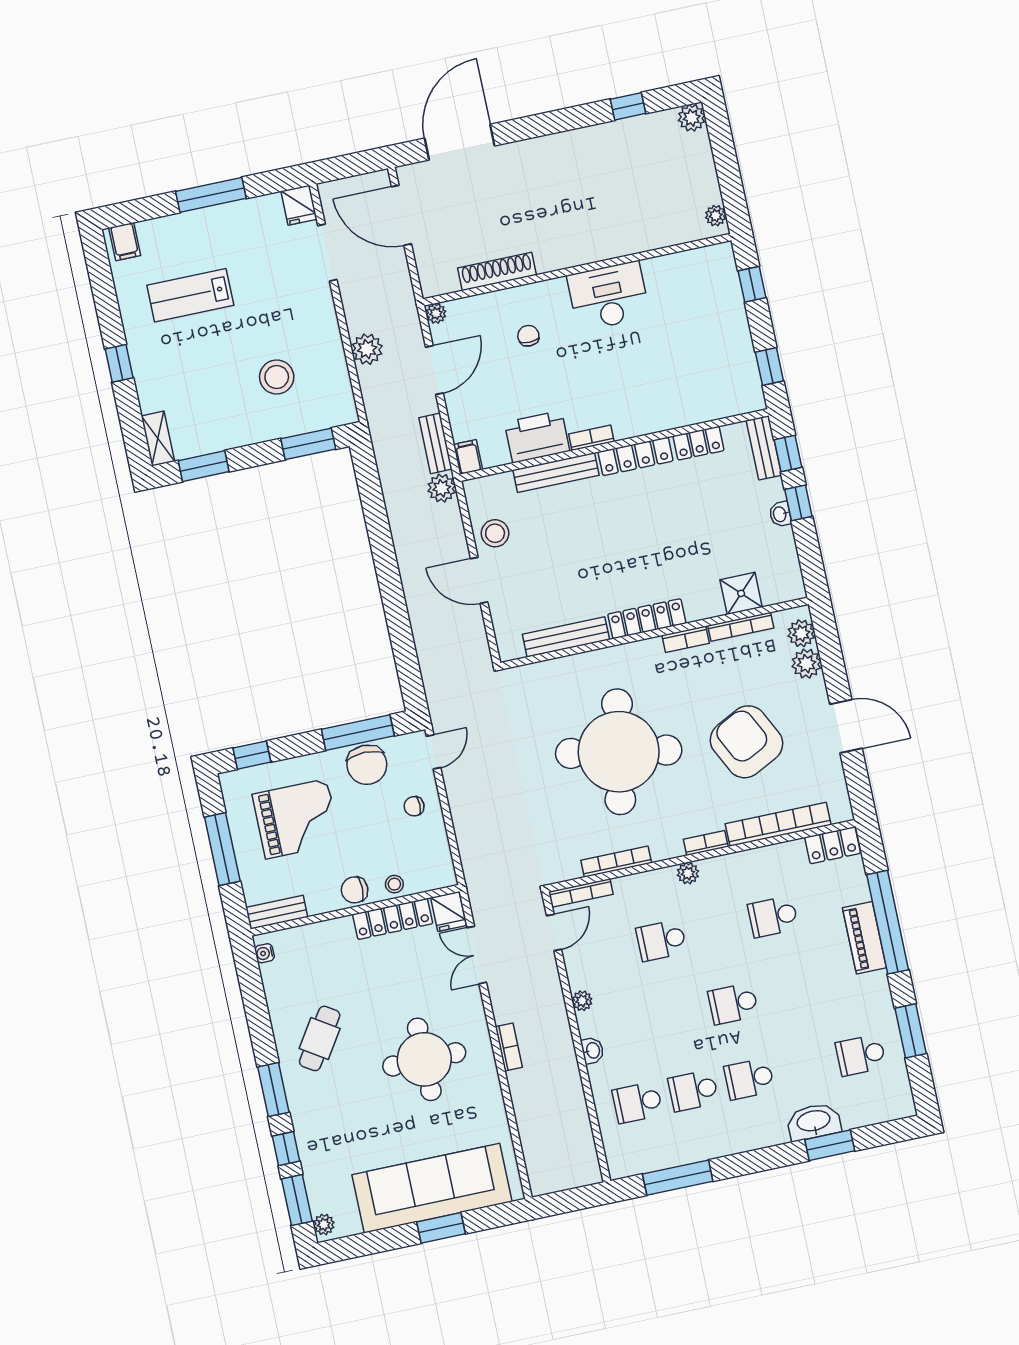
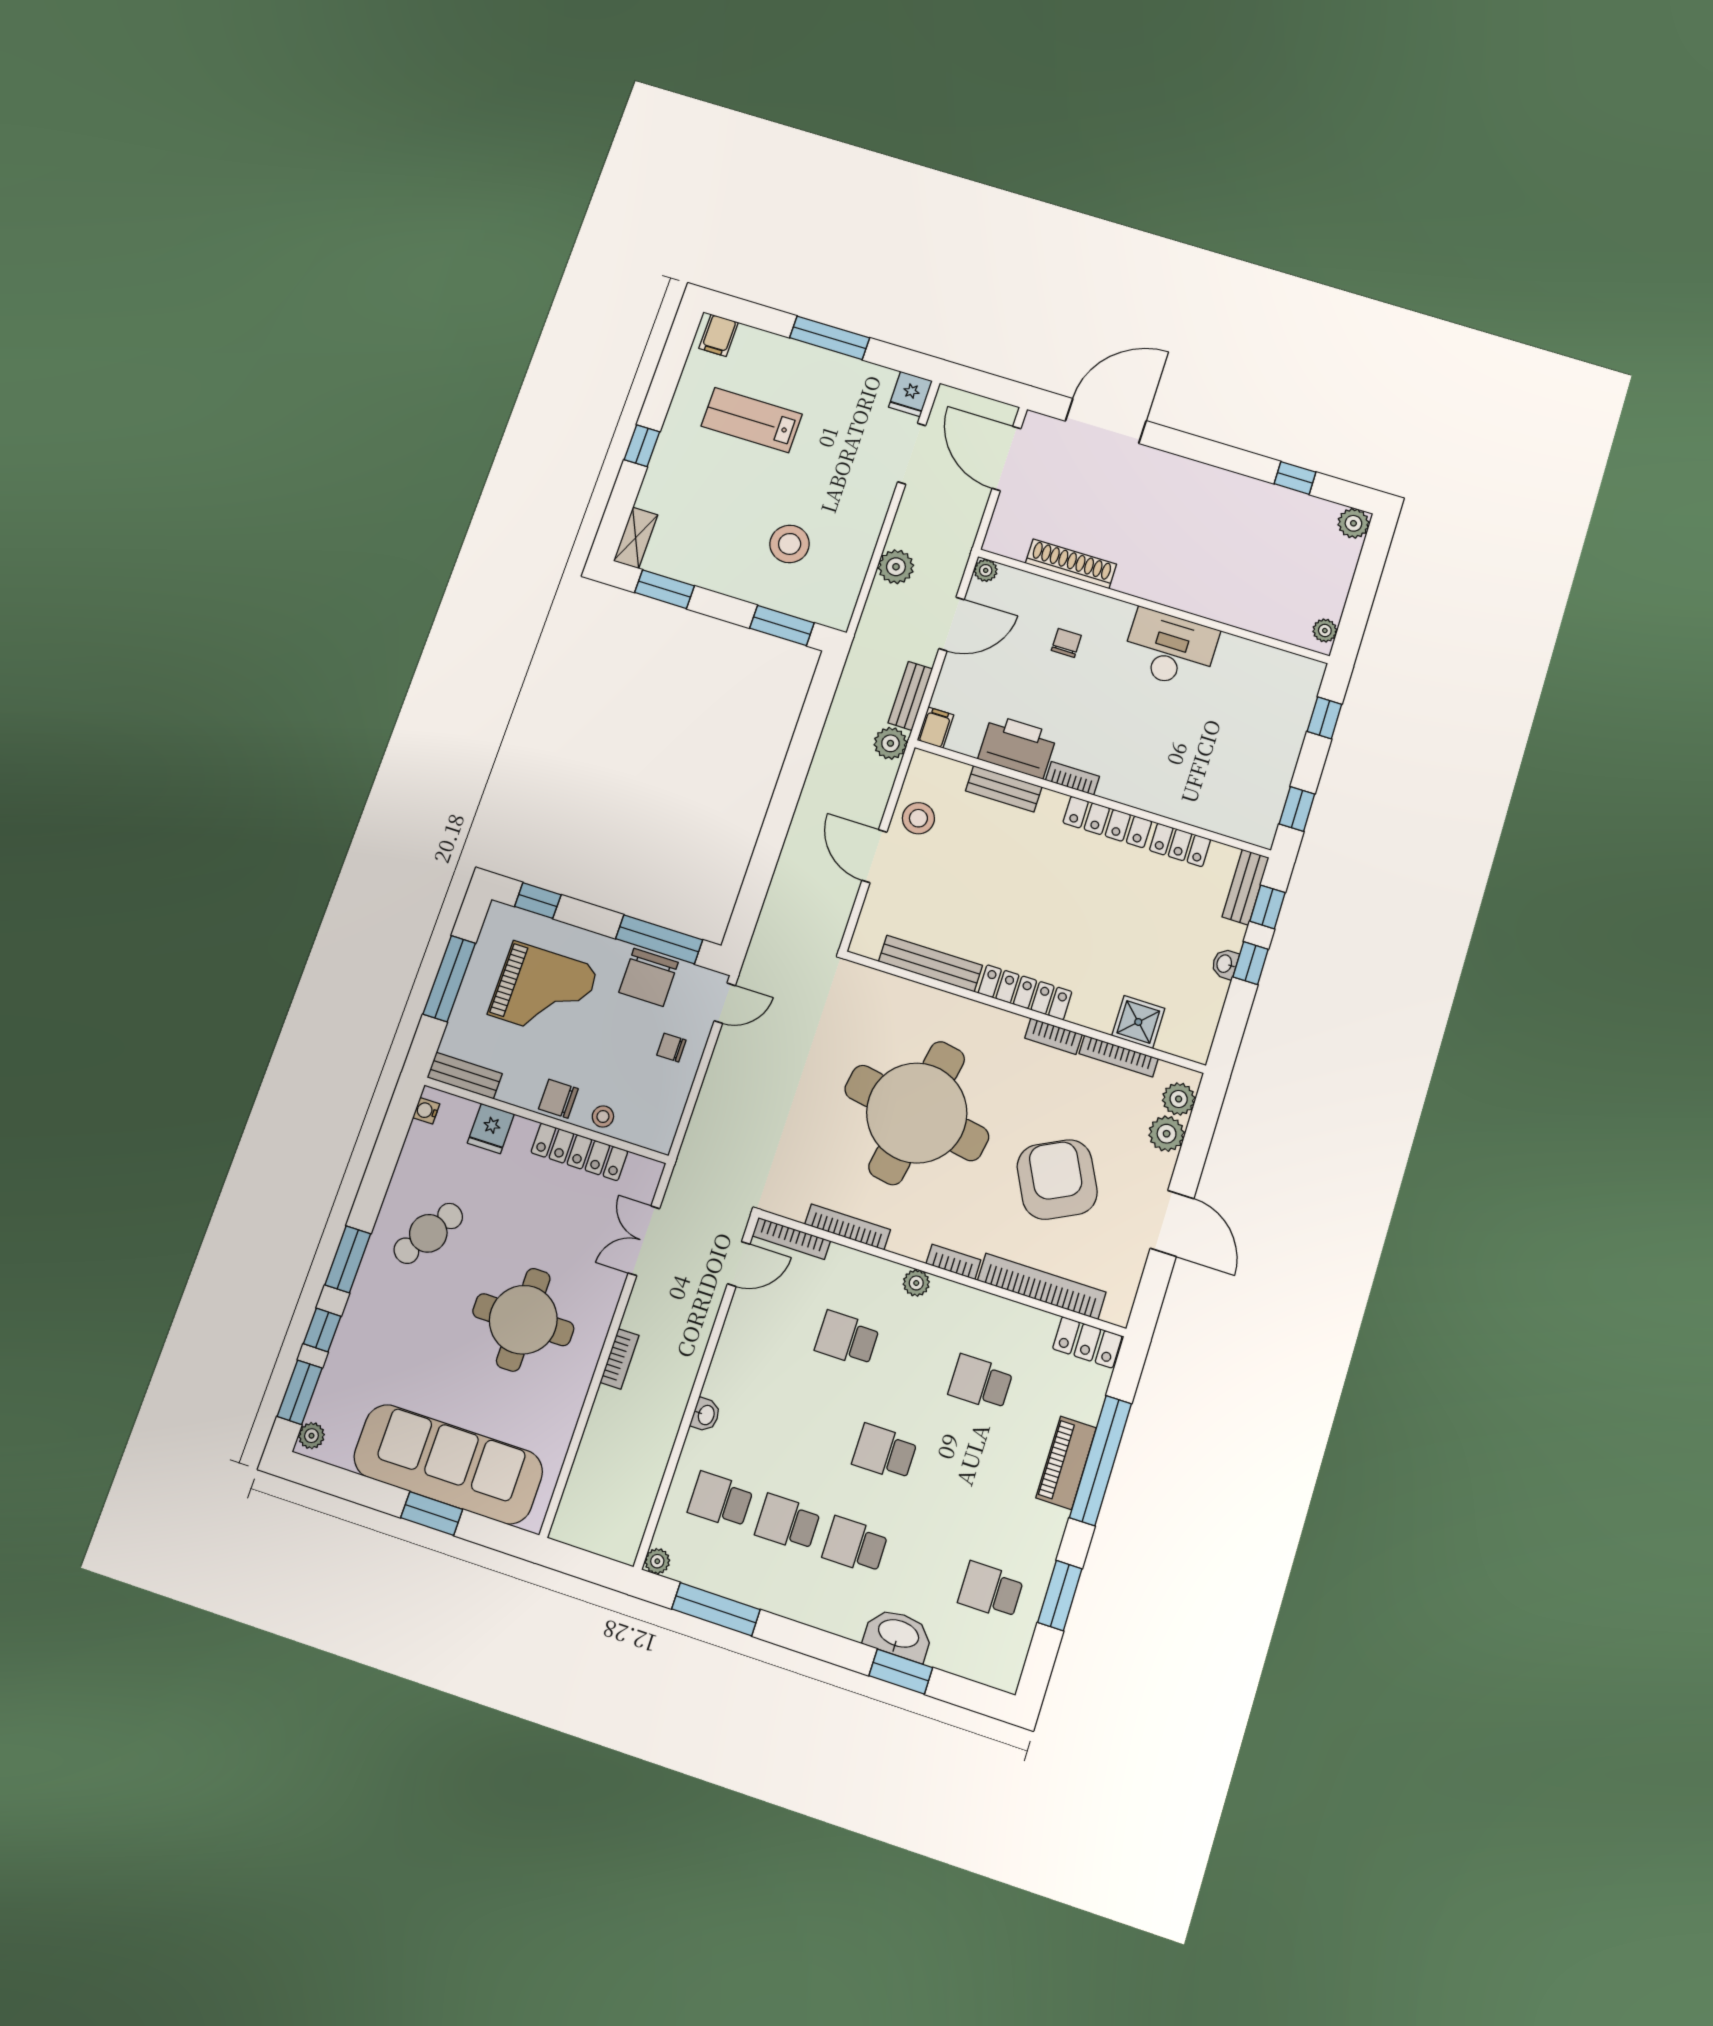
bench: (556, 473) -> (1004, 789), width x0.73
fridge: (448, 912) -> (491, 1128), moved
plant: (582, 1001) -> (657, 1561), moved

